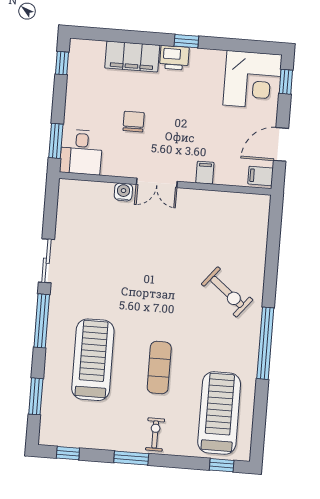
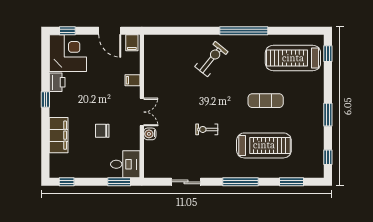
printer: (174, 58) -> (57, 82), moved
sliding door: (46, 261) -> (186, 182), moved
treadmill: (93, 360) -> (264, 145), turned 180
exercise bike: (155, 434) -> (207, 129), moved

